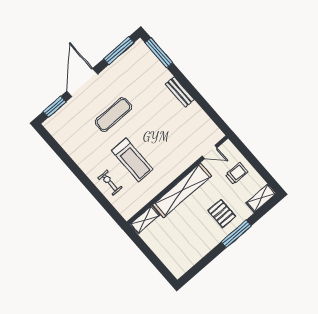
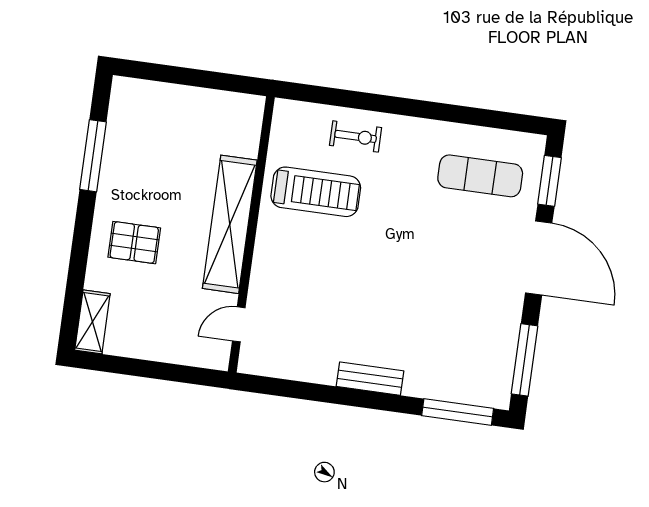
exercise mat: (113, 115) -> (480, 176), moved, turned 90
treadmill: (132, 160) -> (316, 192), moved, turned 180
trolley: (237, 173) -> (166, 328), removed
shelving: (145, 220) -> (248, 126), removed
window: (236, 234) -> (93, 156), moved

